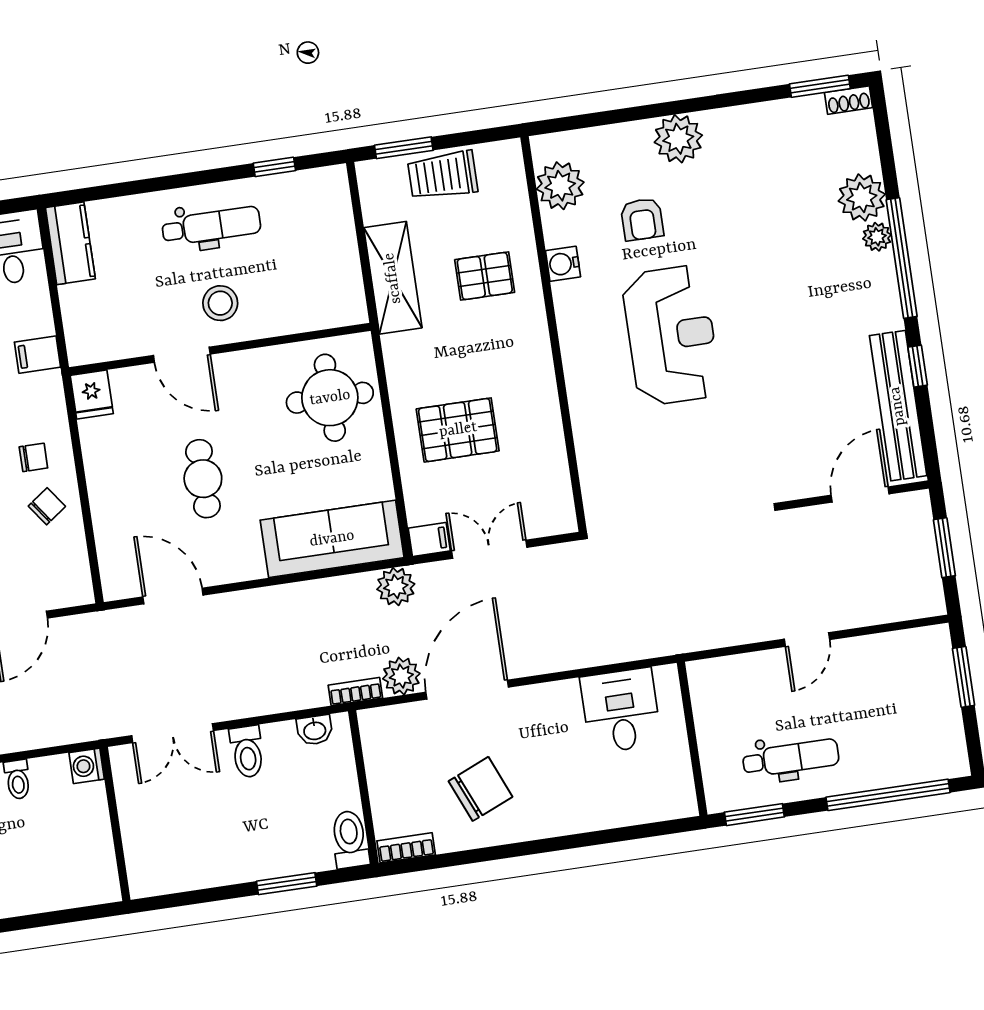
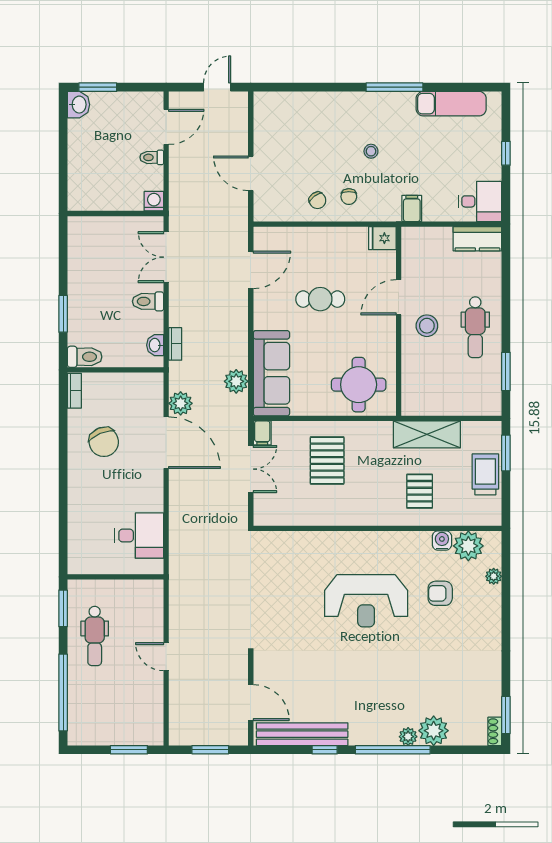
plant: (678, 139) -> (494, 576), moved, width x0.53, depth x0.53
window: (274, 167) -> (506, 371), width x1.50
water cooler: (563, 264) -> (442, 541), moved
plant: (396, 587) -> (236, 381), moved
bookcase: (355, 692) -> (175, 344), moved

